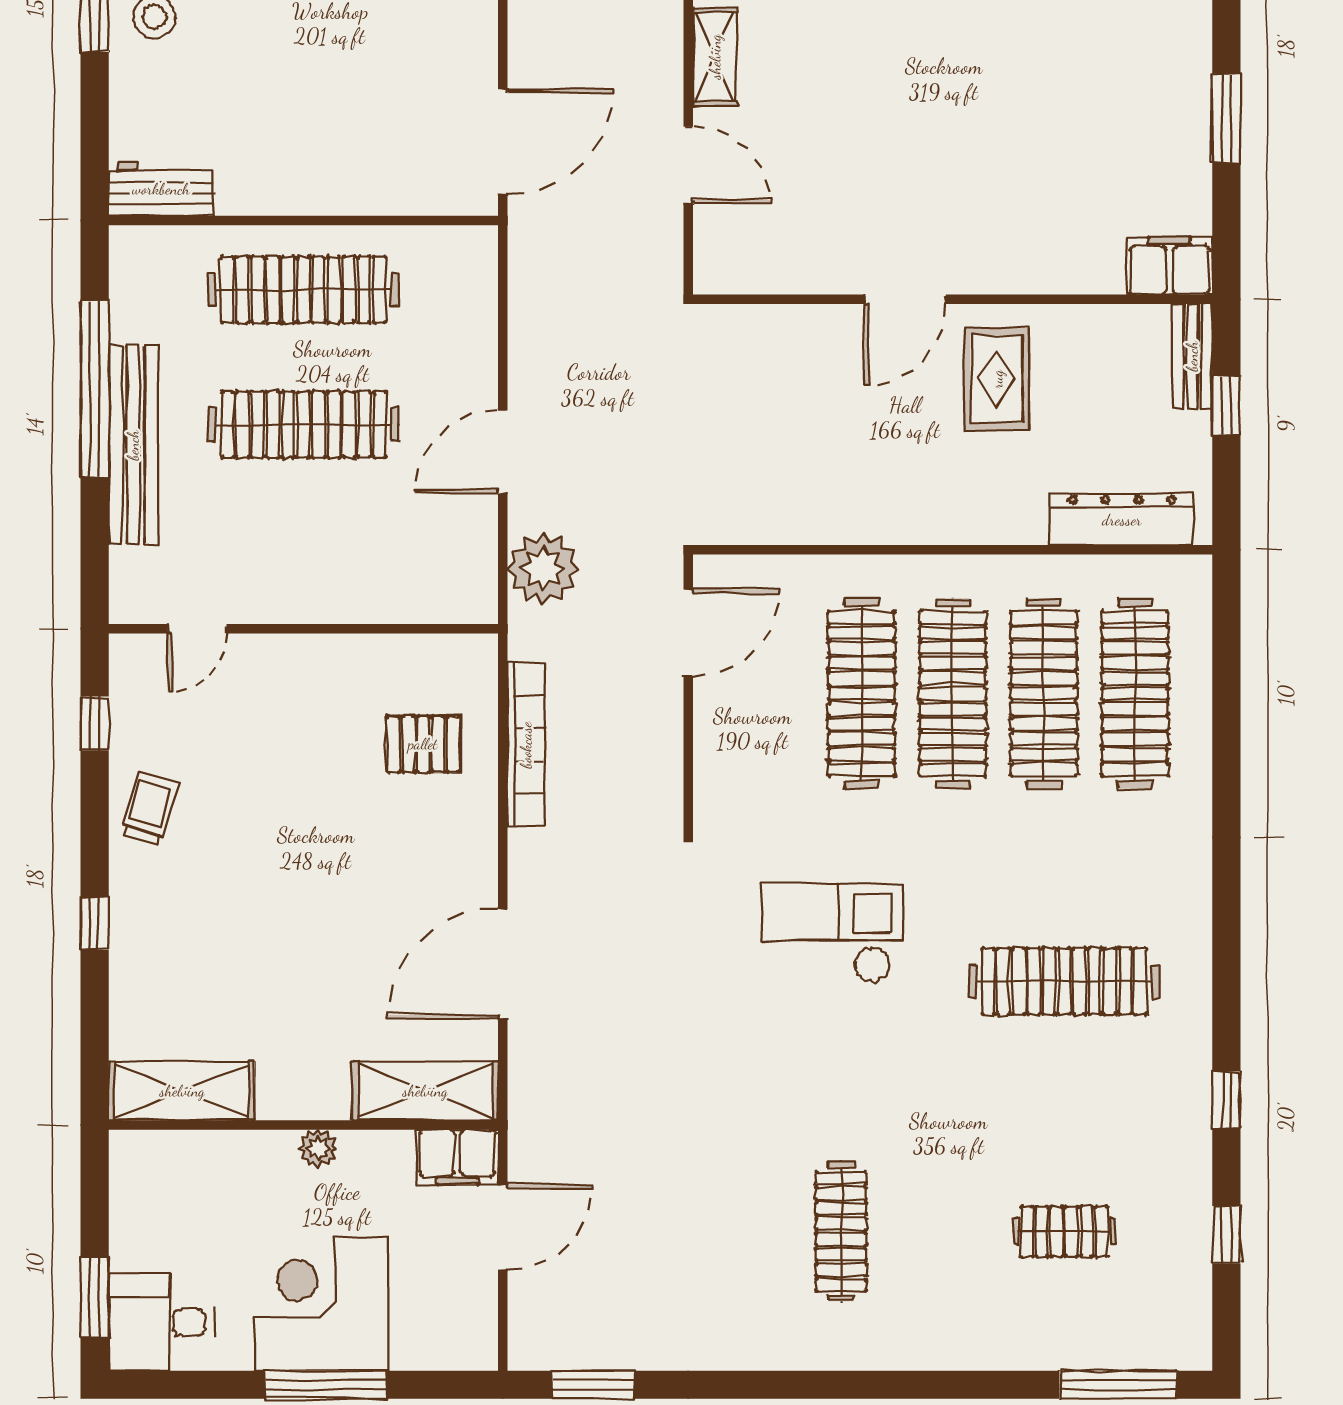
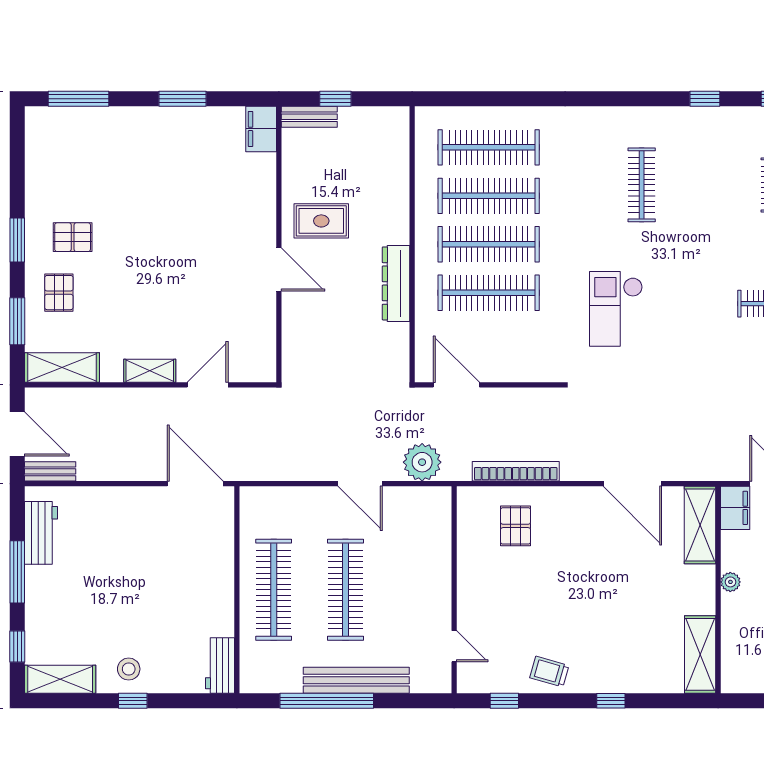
dresser: (1122, 520) -> (396, 283), moved
clothes rail: (1064, 981) -> (642, 185), width x0.73, depth x0.76

